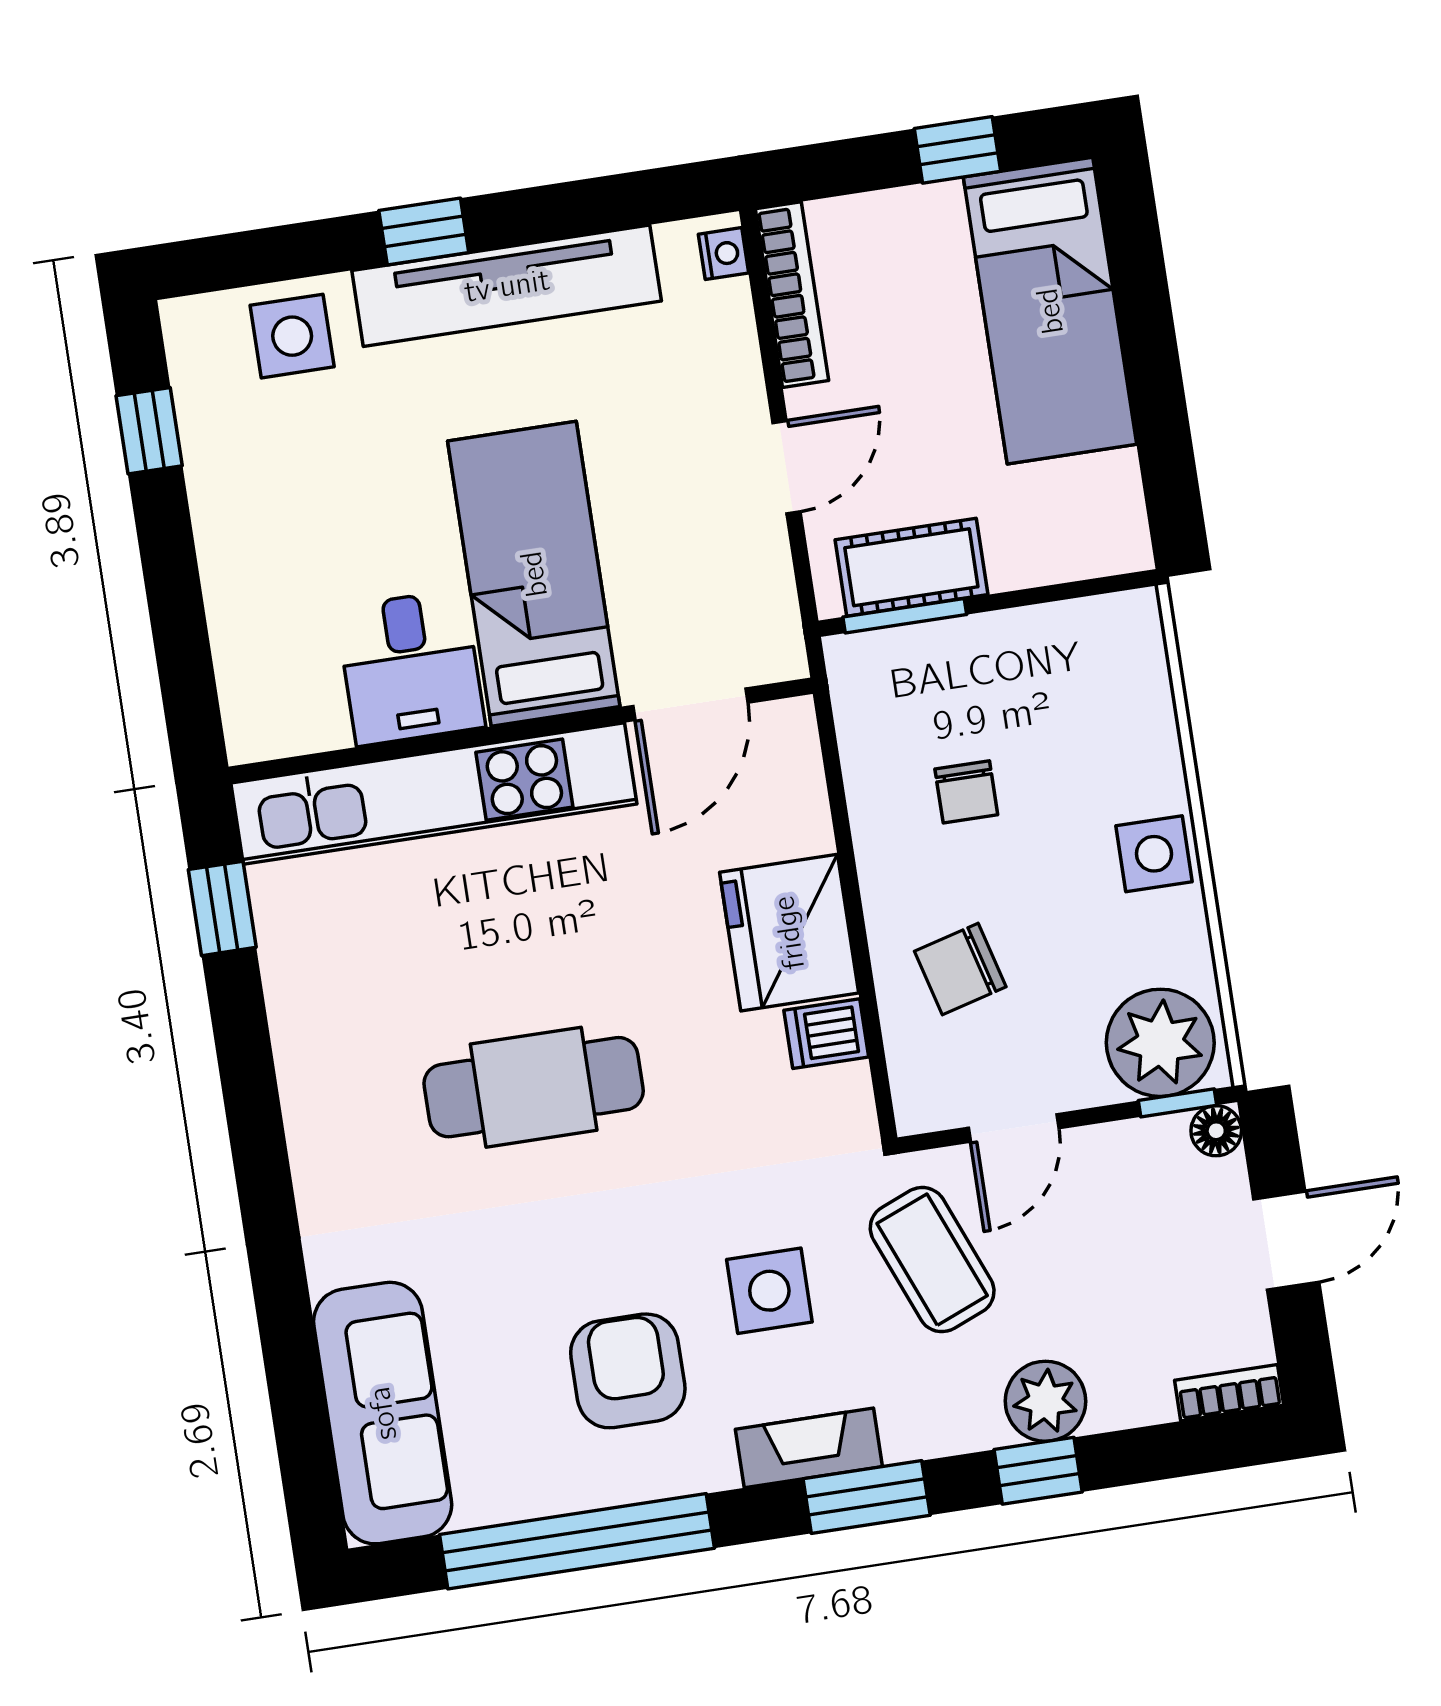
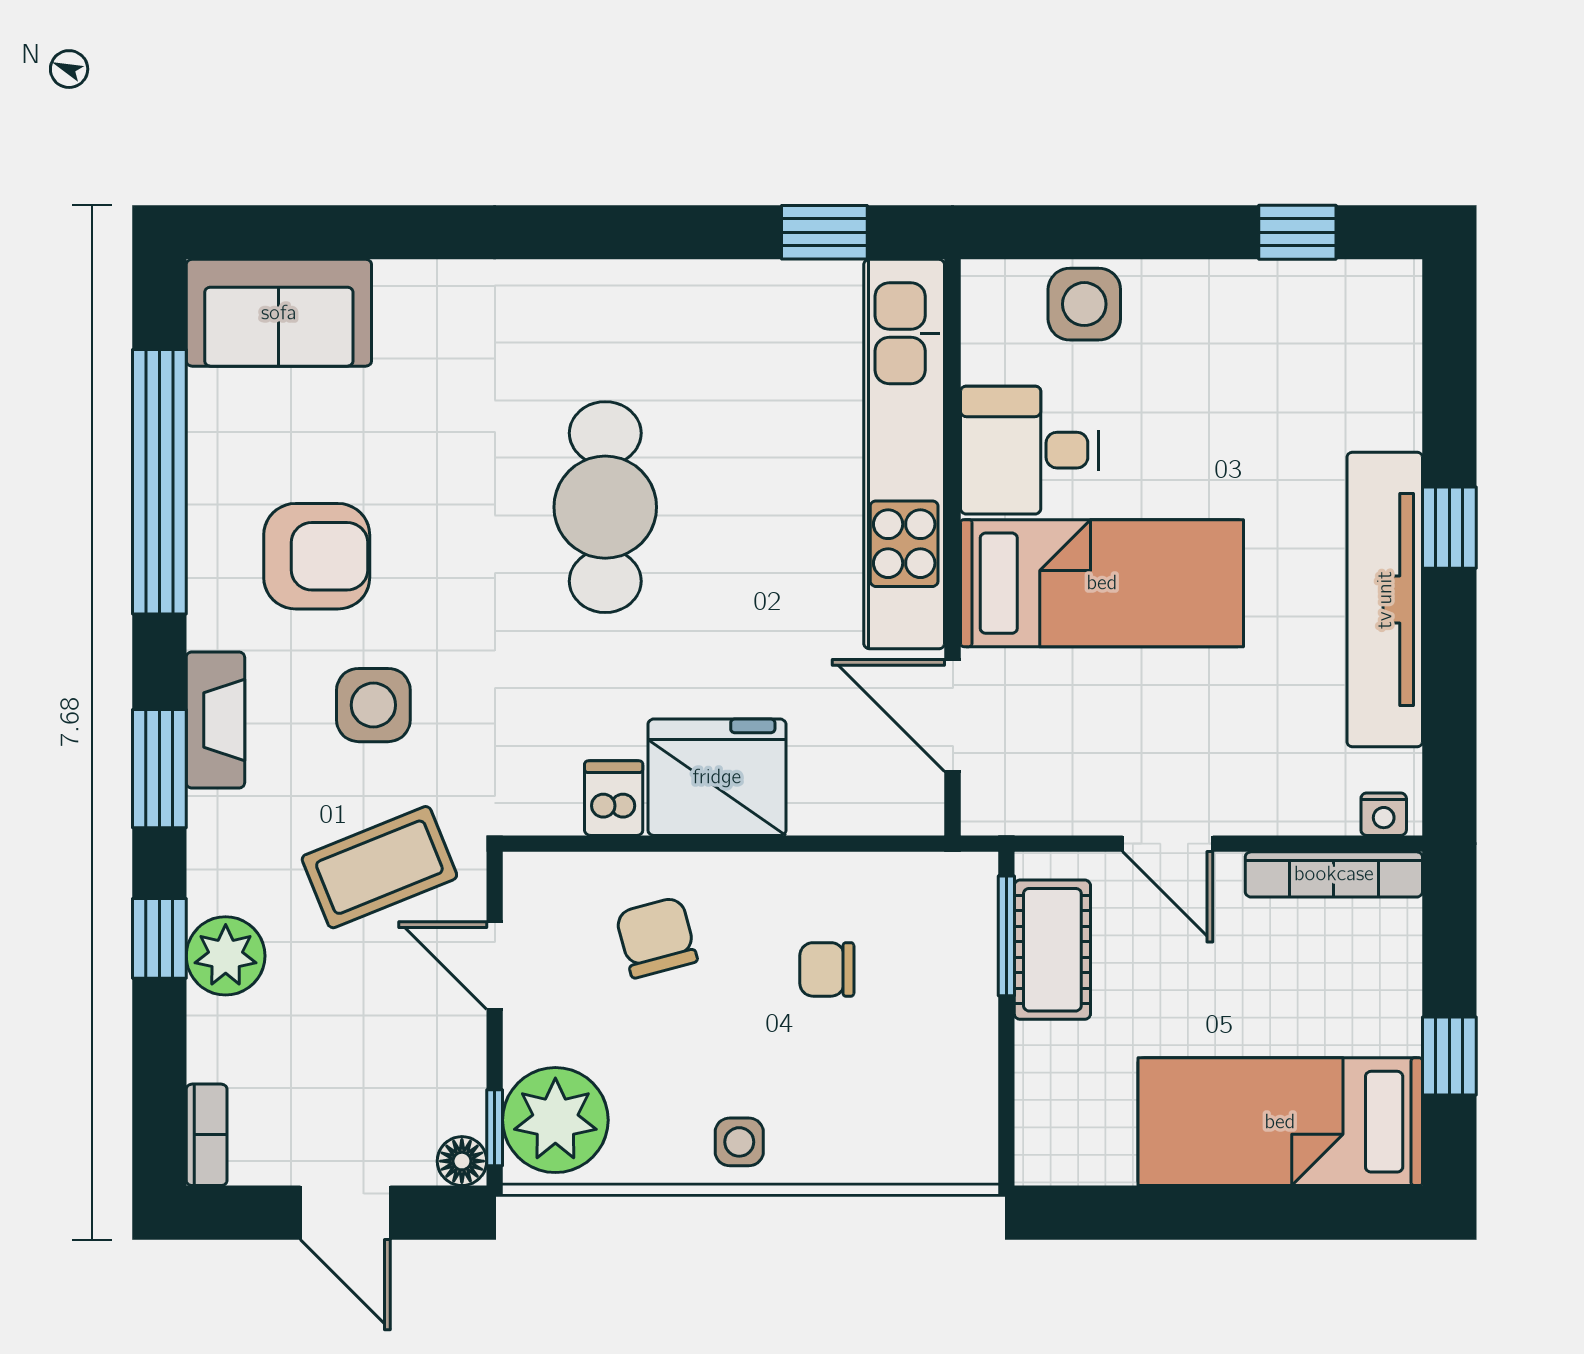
side table: (292, 336) -> (1084, 304), moved
side table: (1154, 854) -> (739, 1142), width x0.73, depth x0.73
sofa: (383, 1413) -> (279, 313), width x0.73

